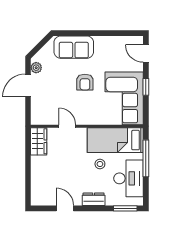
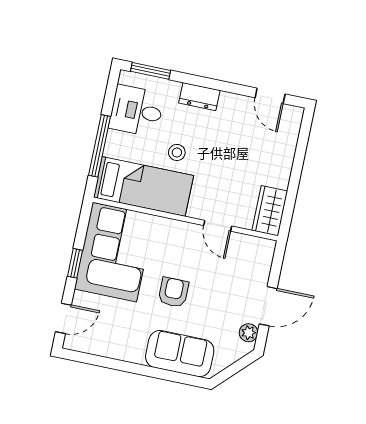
door: (146, 53) -> (63, 318), hinge flipped
desk: (129, 178) -> (137, 111), width x0.73
door: (65, 208) -> (270, 96), moved

